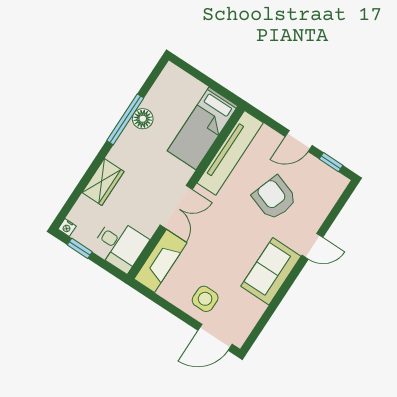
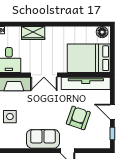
window: (125, 119) -> (69, 24), removed
floor lamp: (143, 119) -> (102, 32), moved
bed: (203, 128) -> (89, 58), width x1.50

